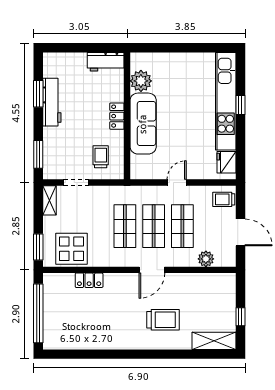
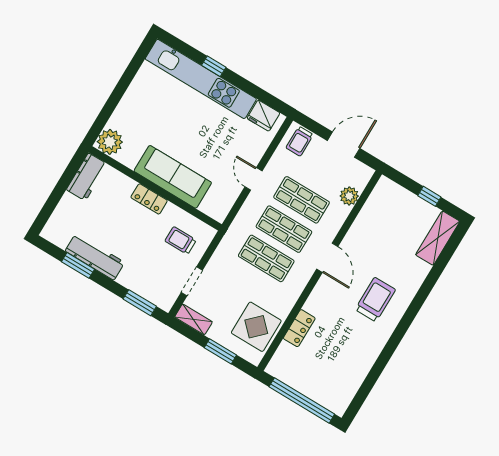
plant: (141, 81) -> (110, 142), moved
window: (38, 247) -> (220, 351), moved
trolley: (163, 320) -> (375, 299), moved

